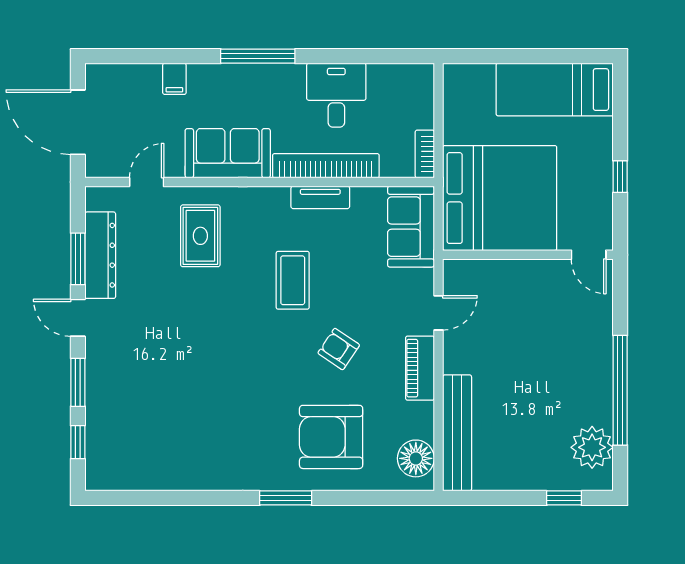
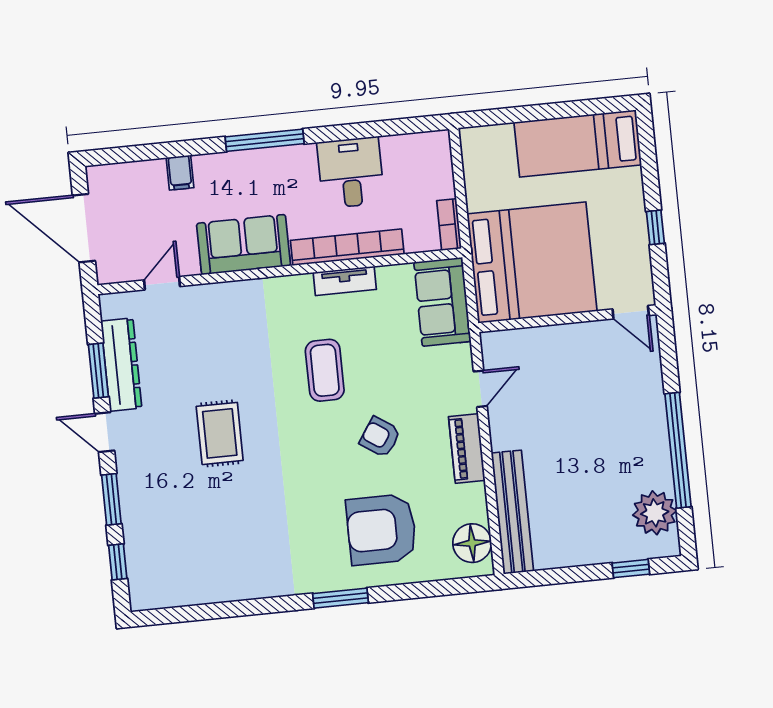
rug: (200, 236) -> (220, 433), moved

